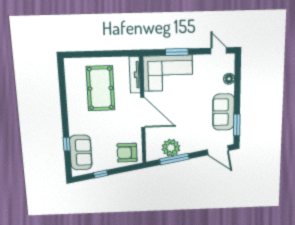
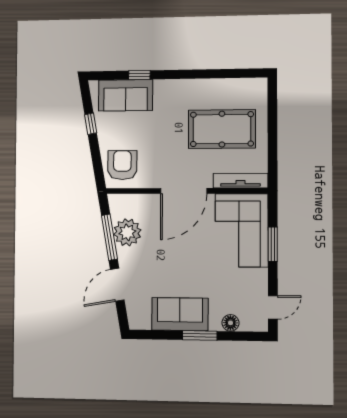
window: (237, 125) -> (200, 335), moved
door: (218, 150) -> (117, 285), moved

